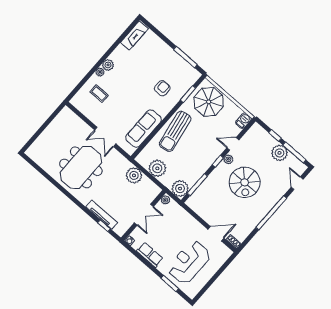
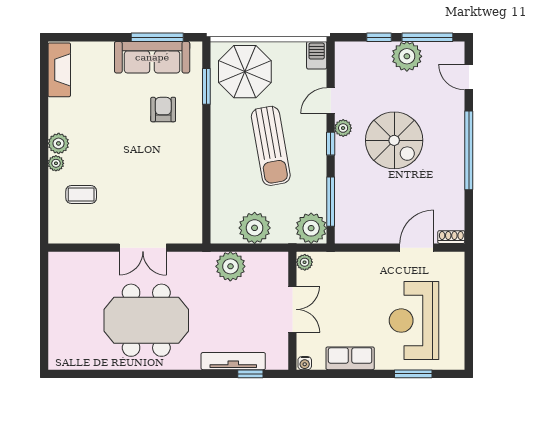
sofa: (144, 129) -> (152, 57), moved, turned -90
sun lounger: (175, 131) -> (271, 146), moved
meeting table: (81, 167) -> (146, 320), turned 90

